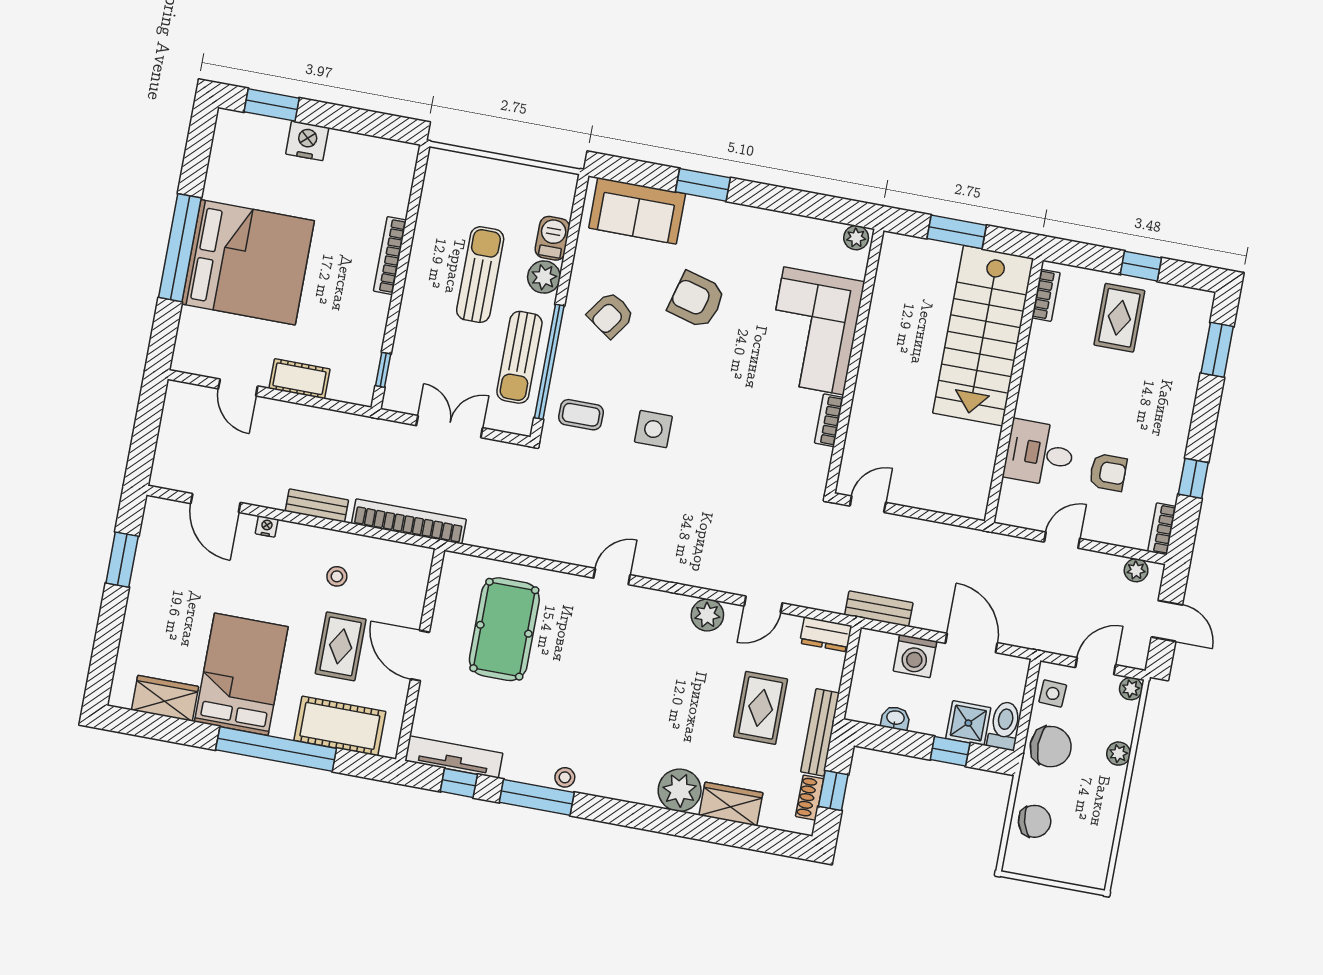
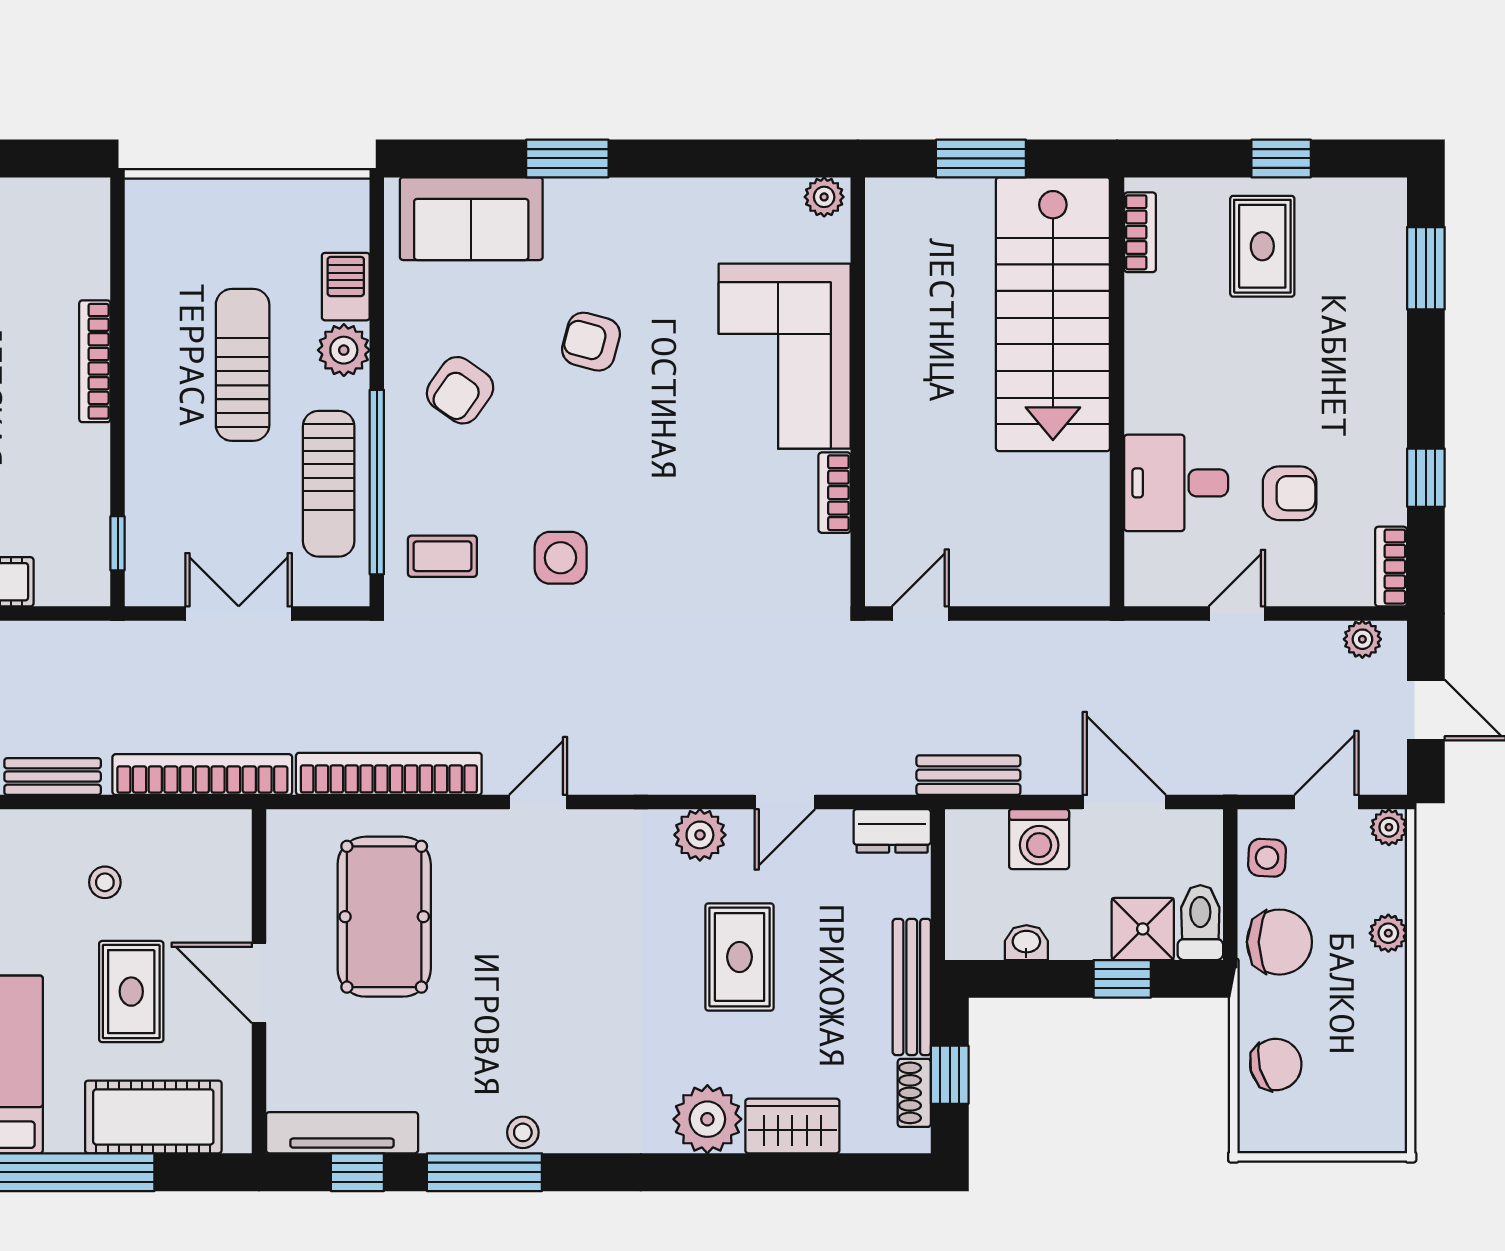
armchair: (697, 300) -> (591, 342), width x0.72, depth x0.72
bookcase: (523, 542) -> (389, 774), added
rug: (761, 708) -> (740, 957), moved

